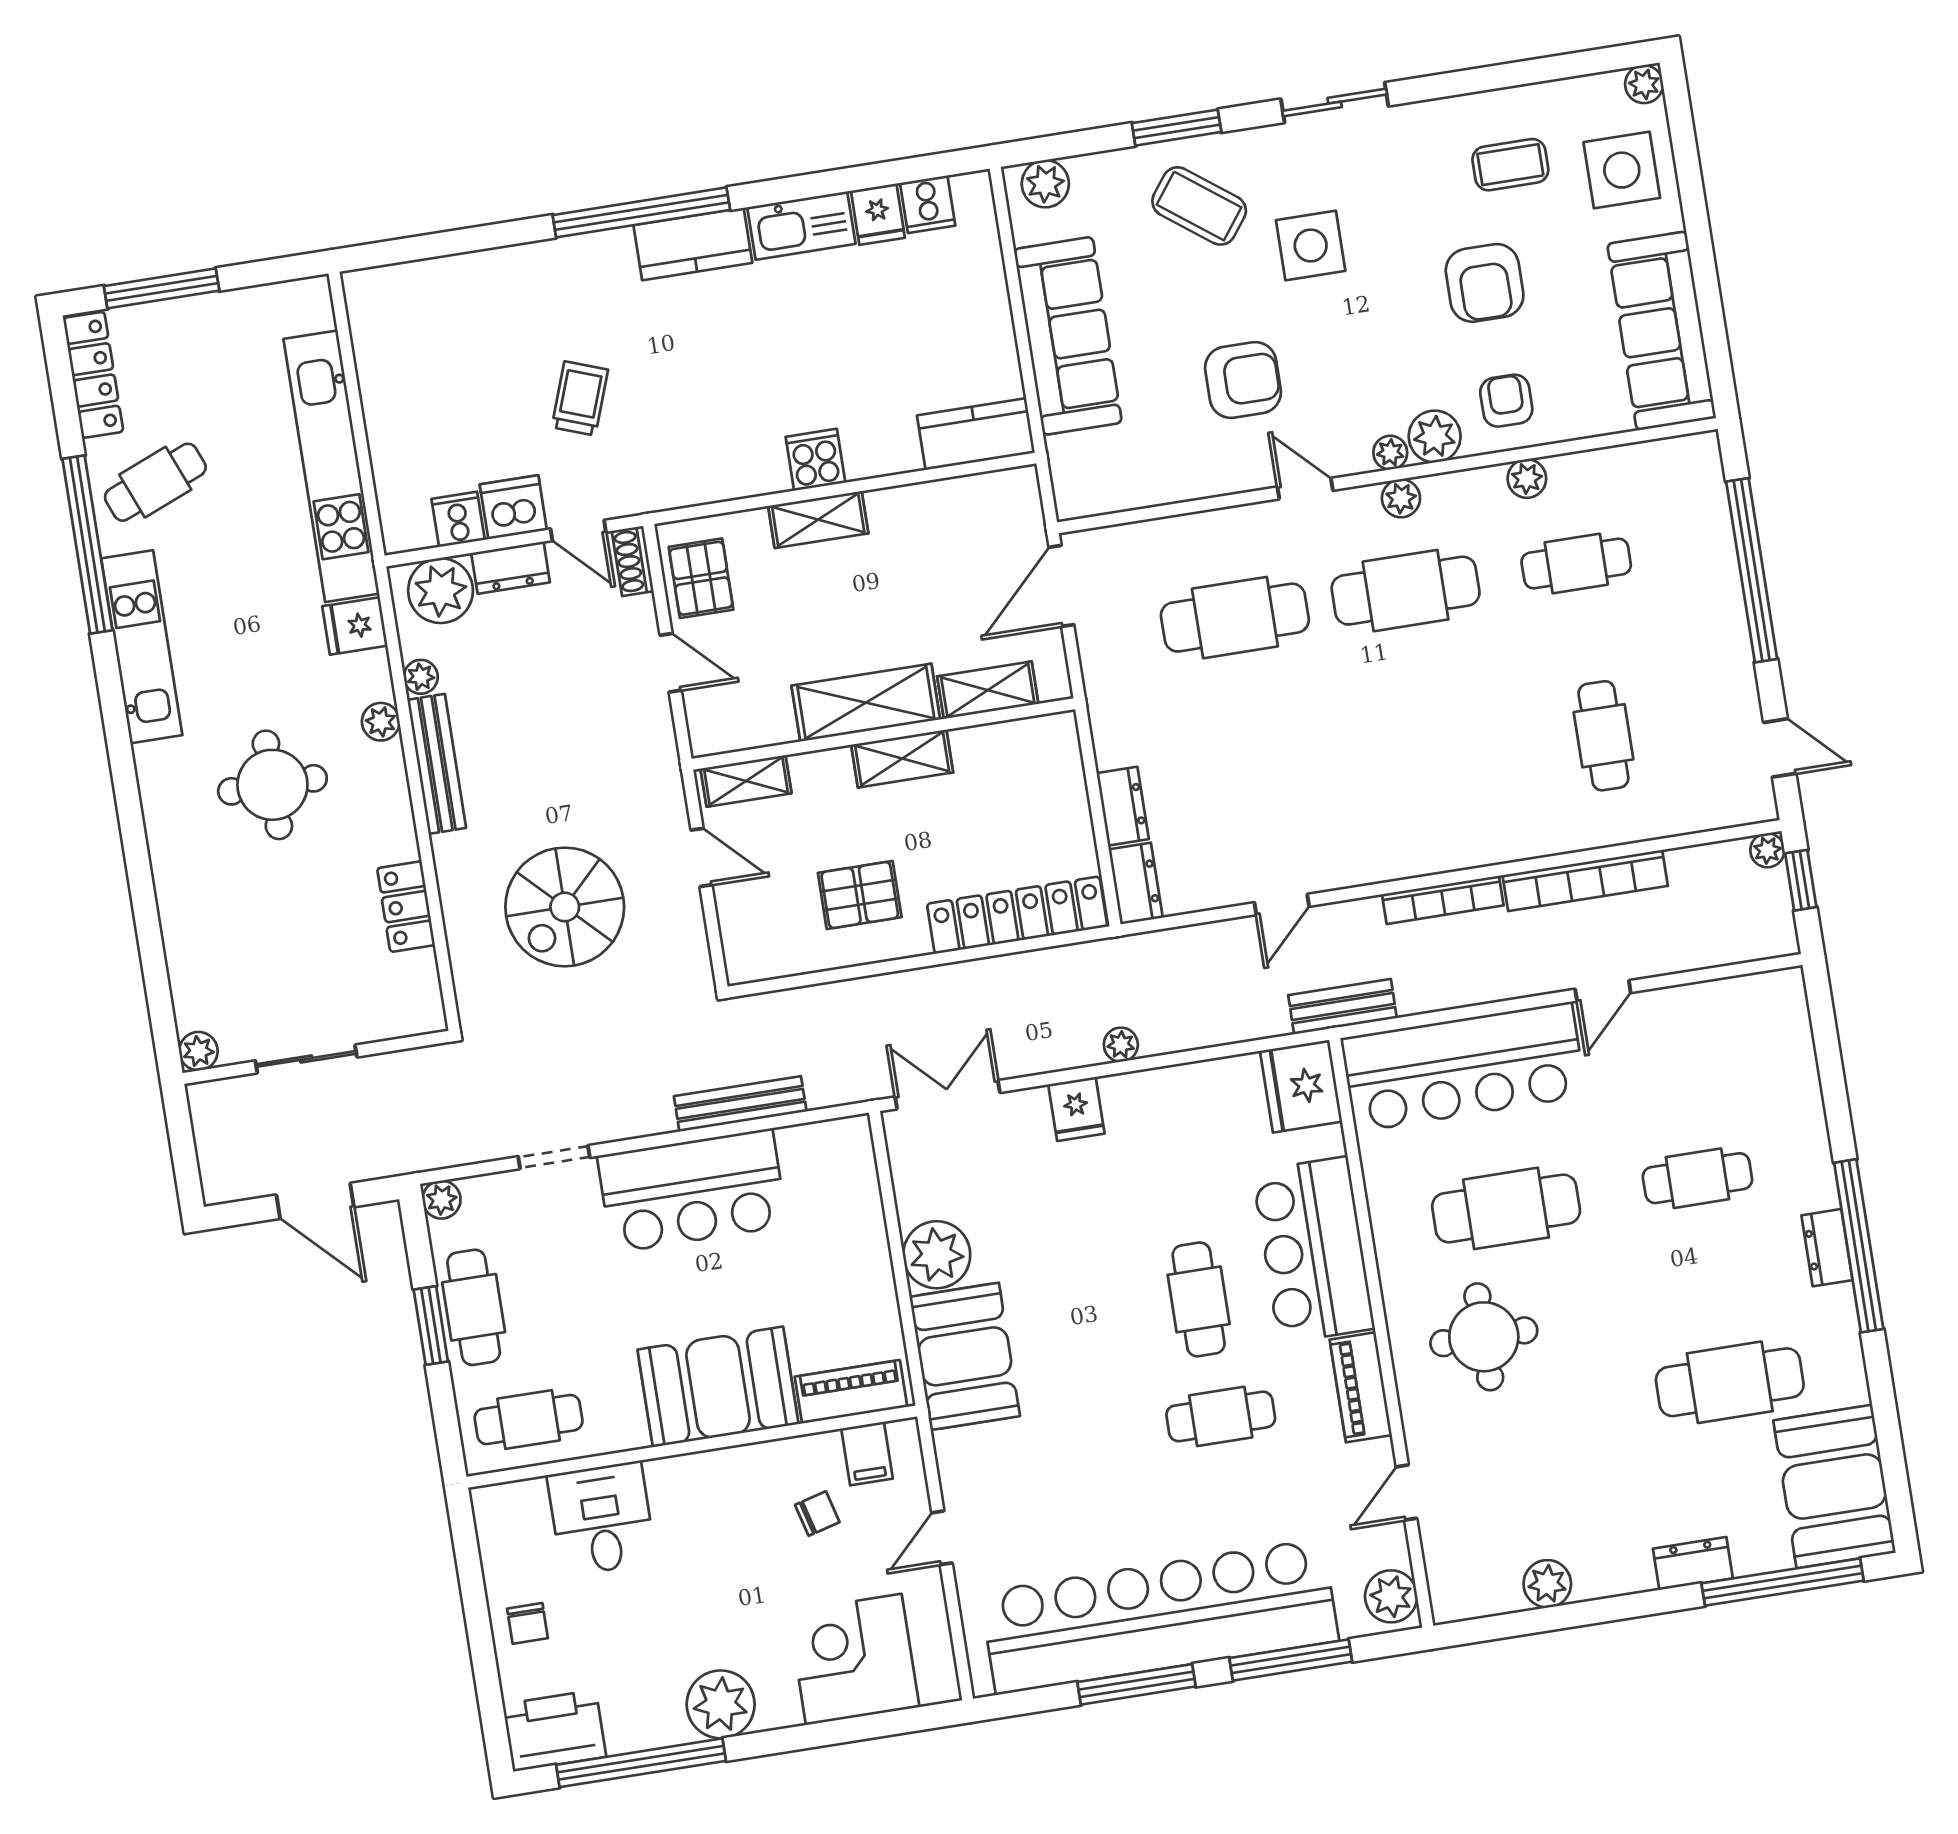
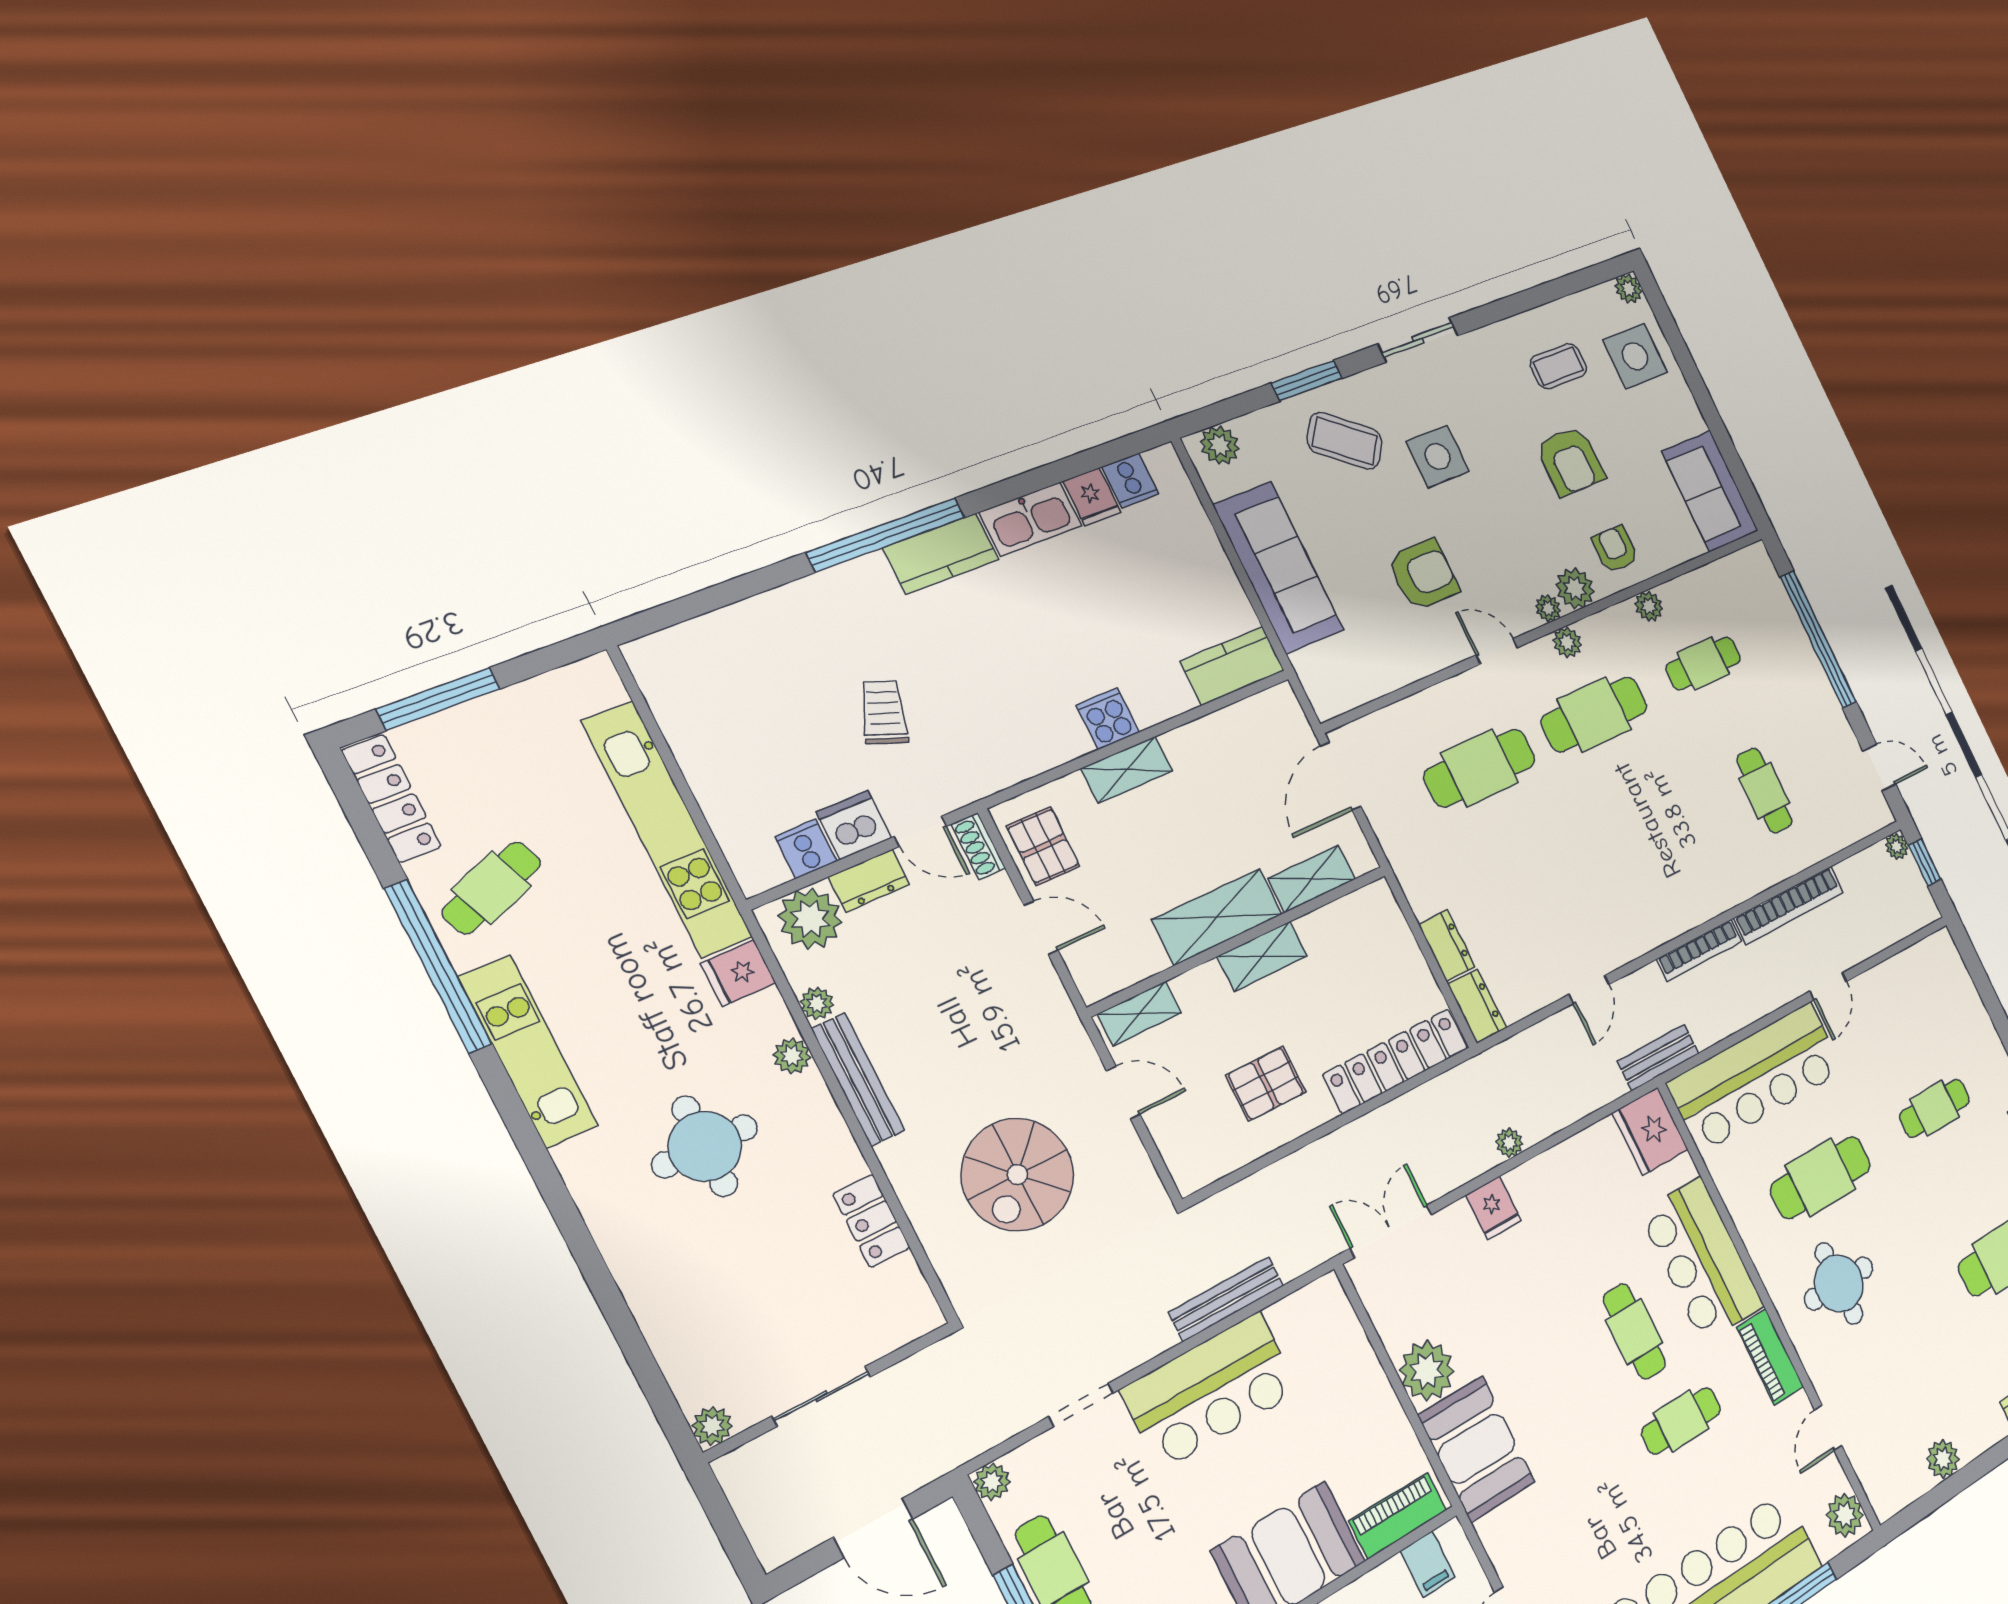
sofa: (1662, 331) -> (1710, 491), width x0.73

